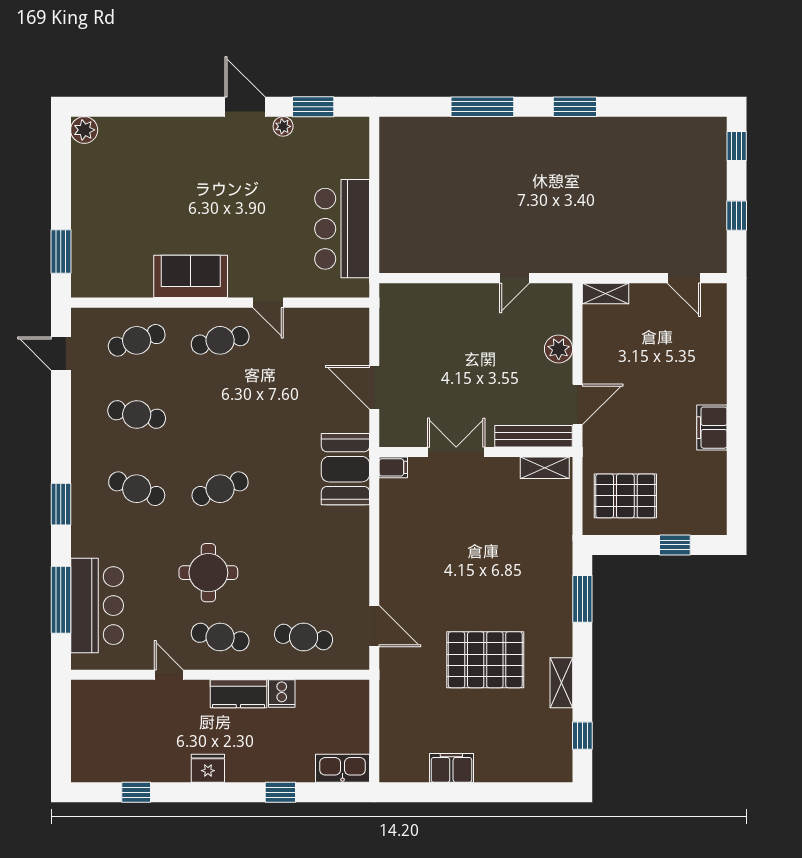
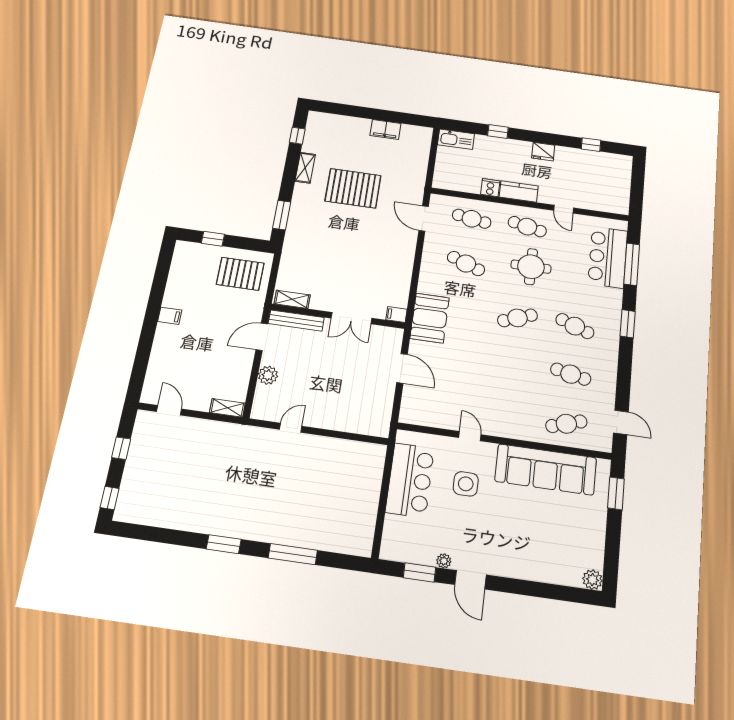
side table: (266, 235) -> (466, 484), added
sofa: (191, 276) -> (546, 470), width x1.85, depth x1.27
cafe table: (220, 340) -> (466, 264), moved, turned 33
filing cabinet: (712, 428) -> (170, 316), width x0.50

